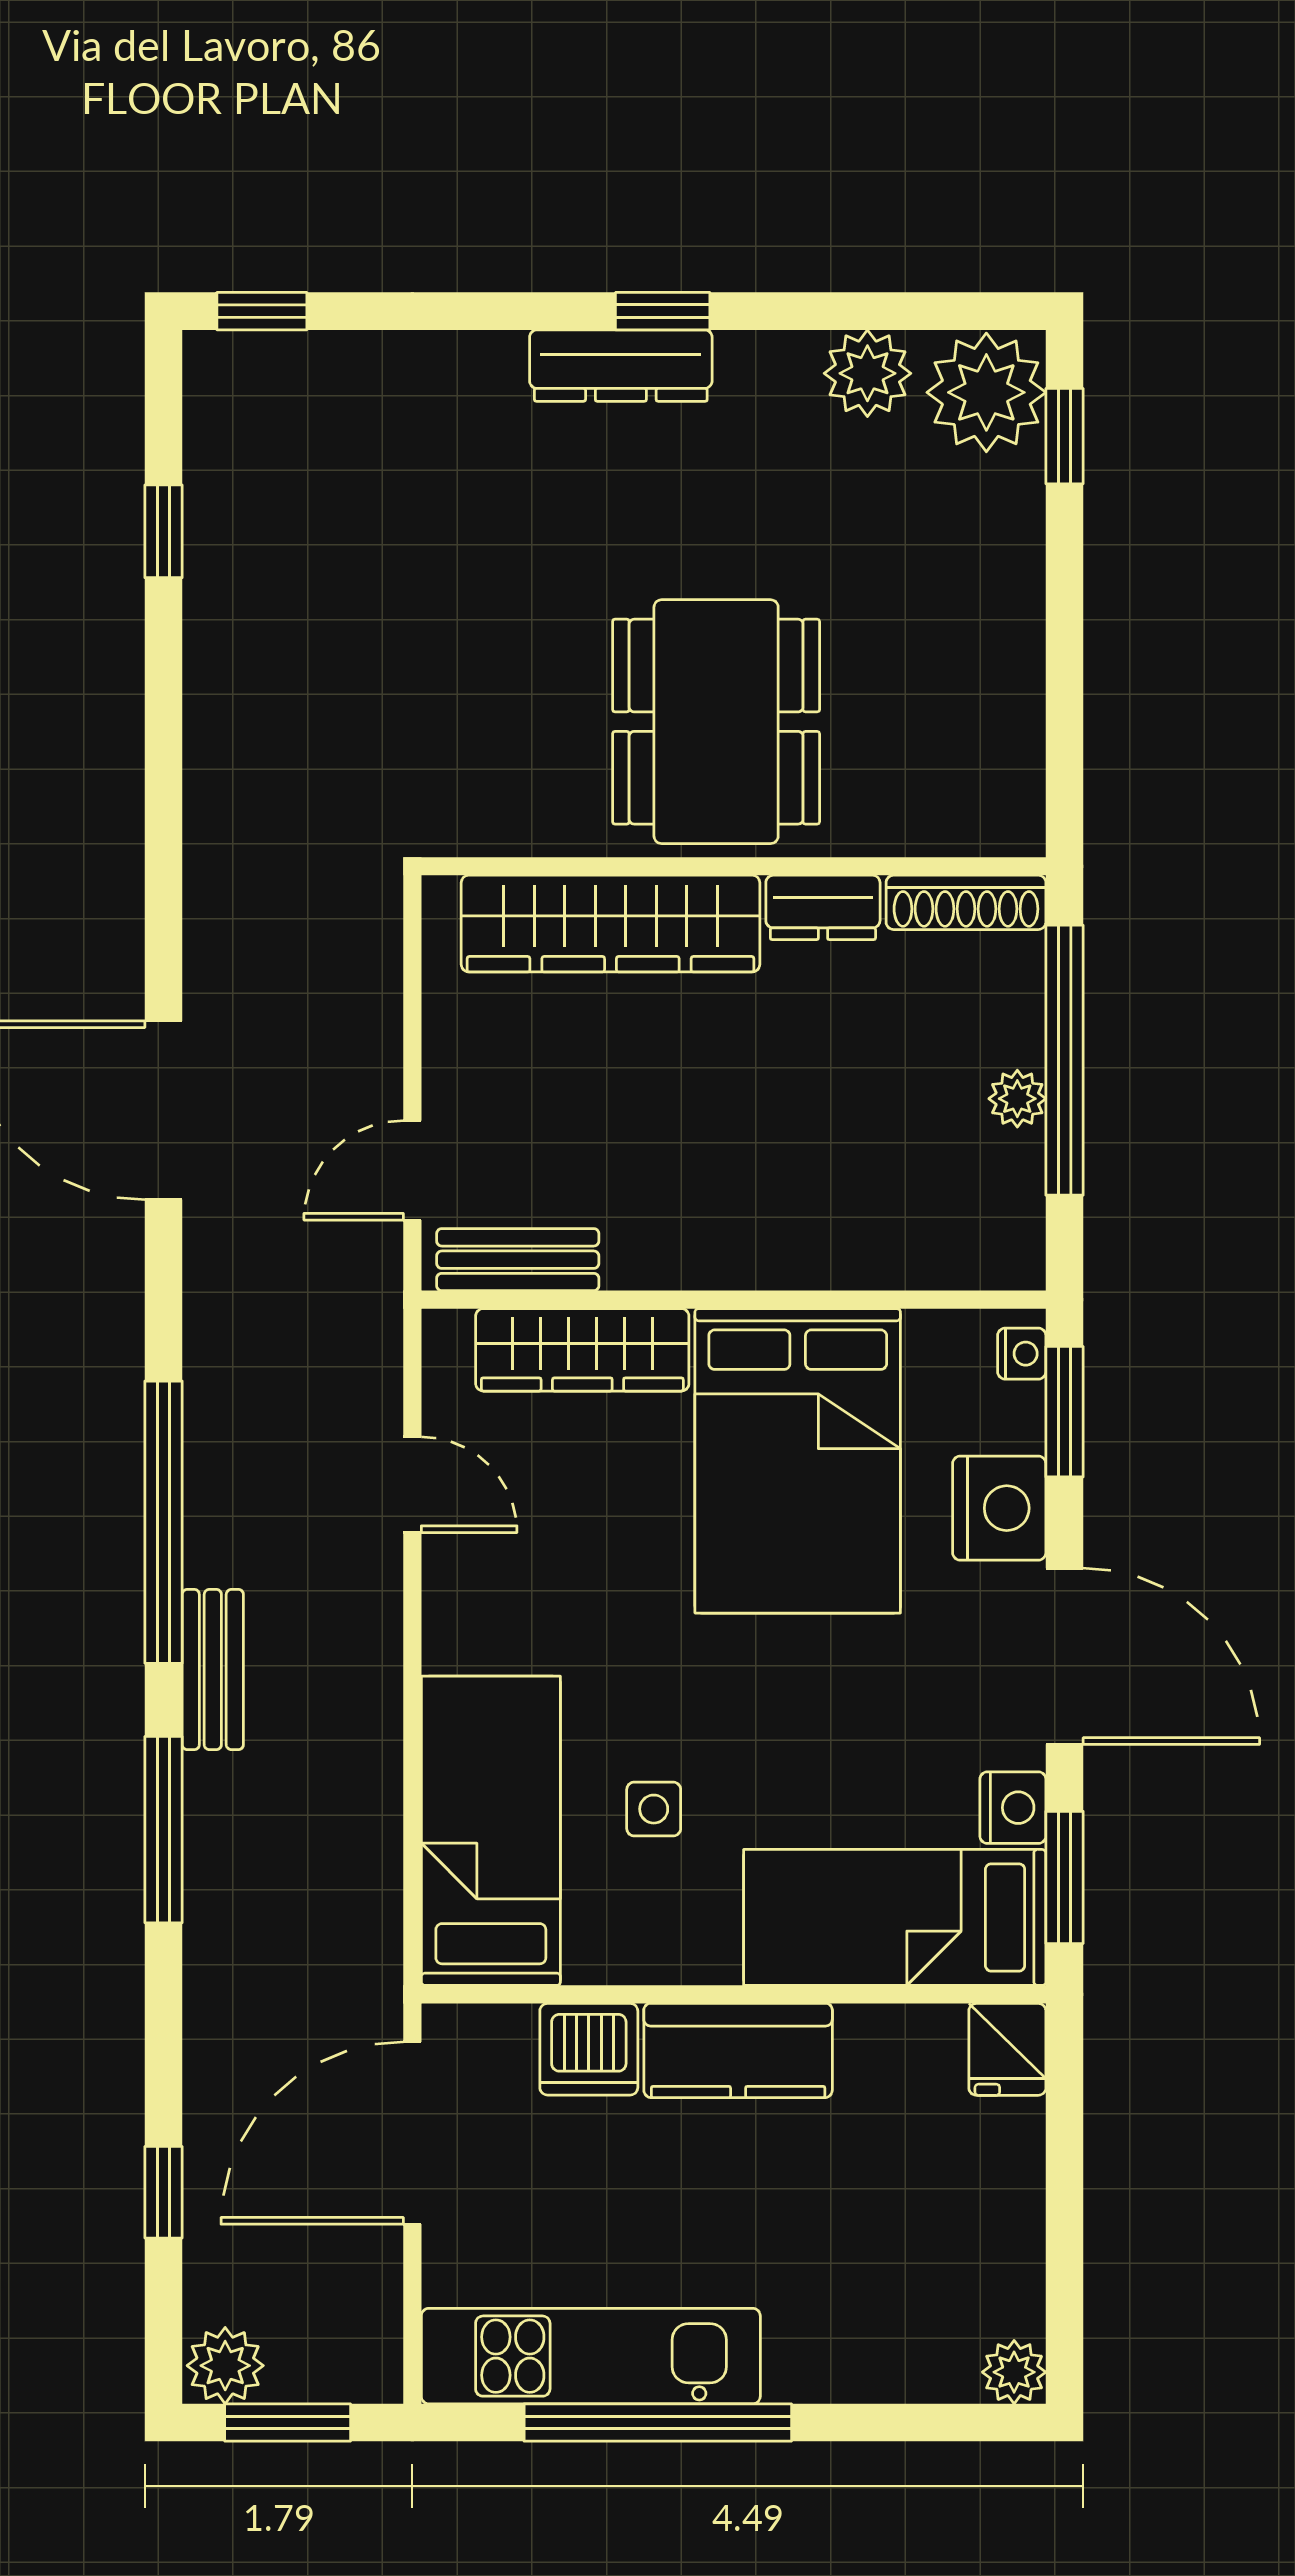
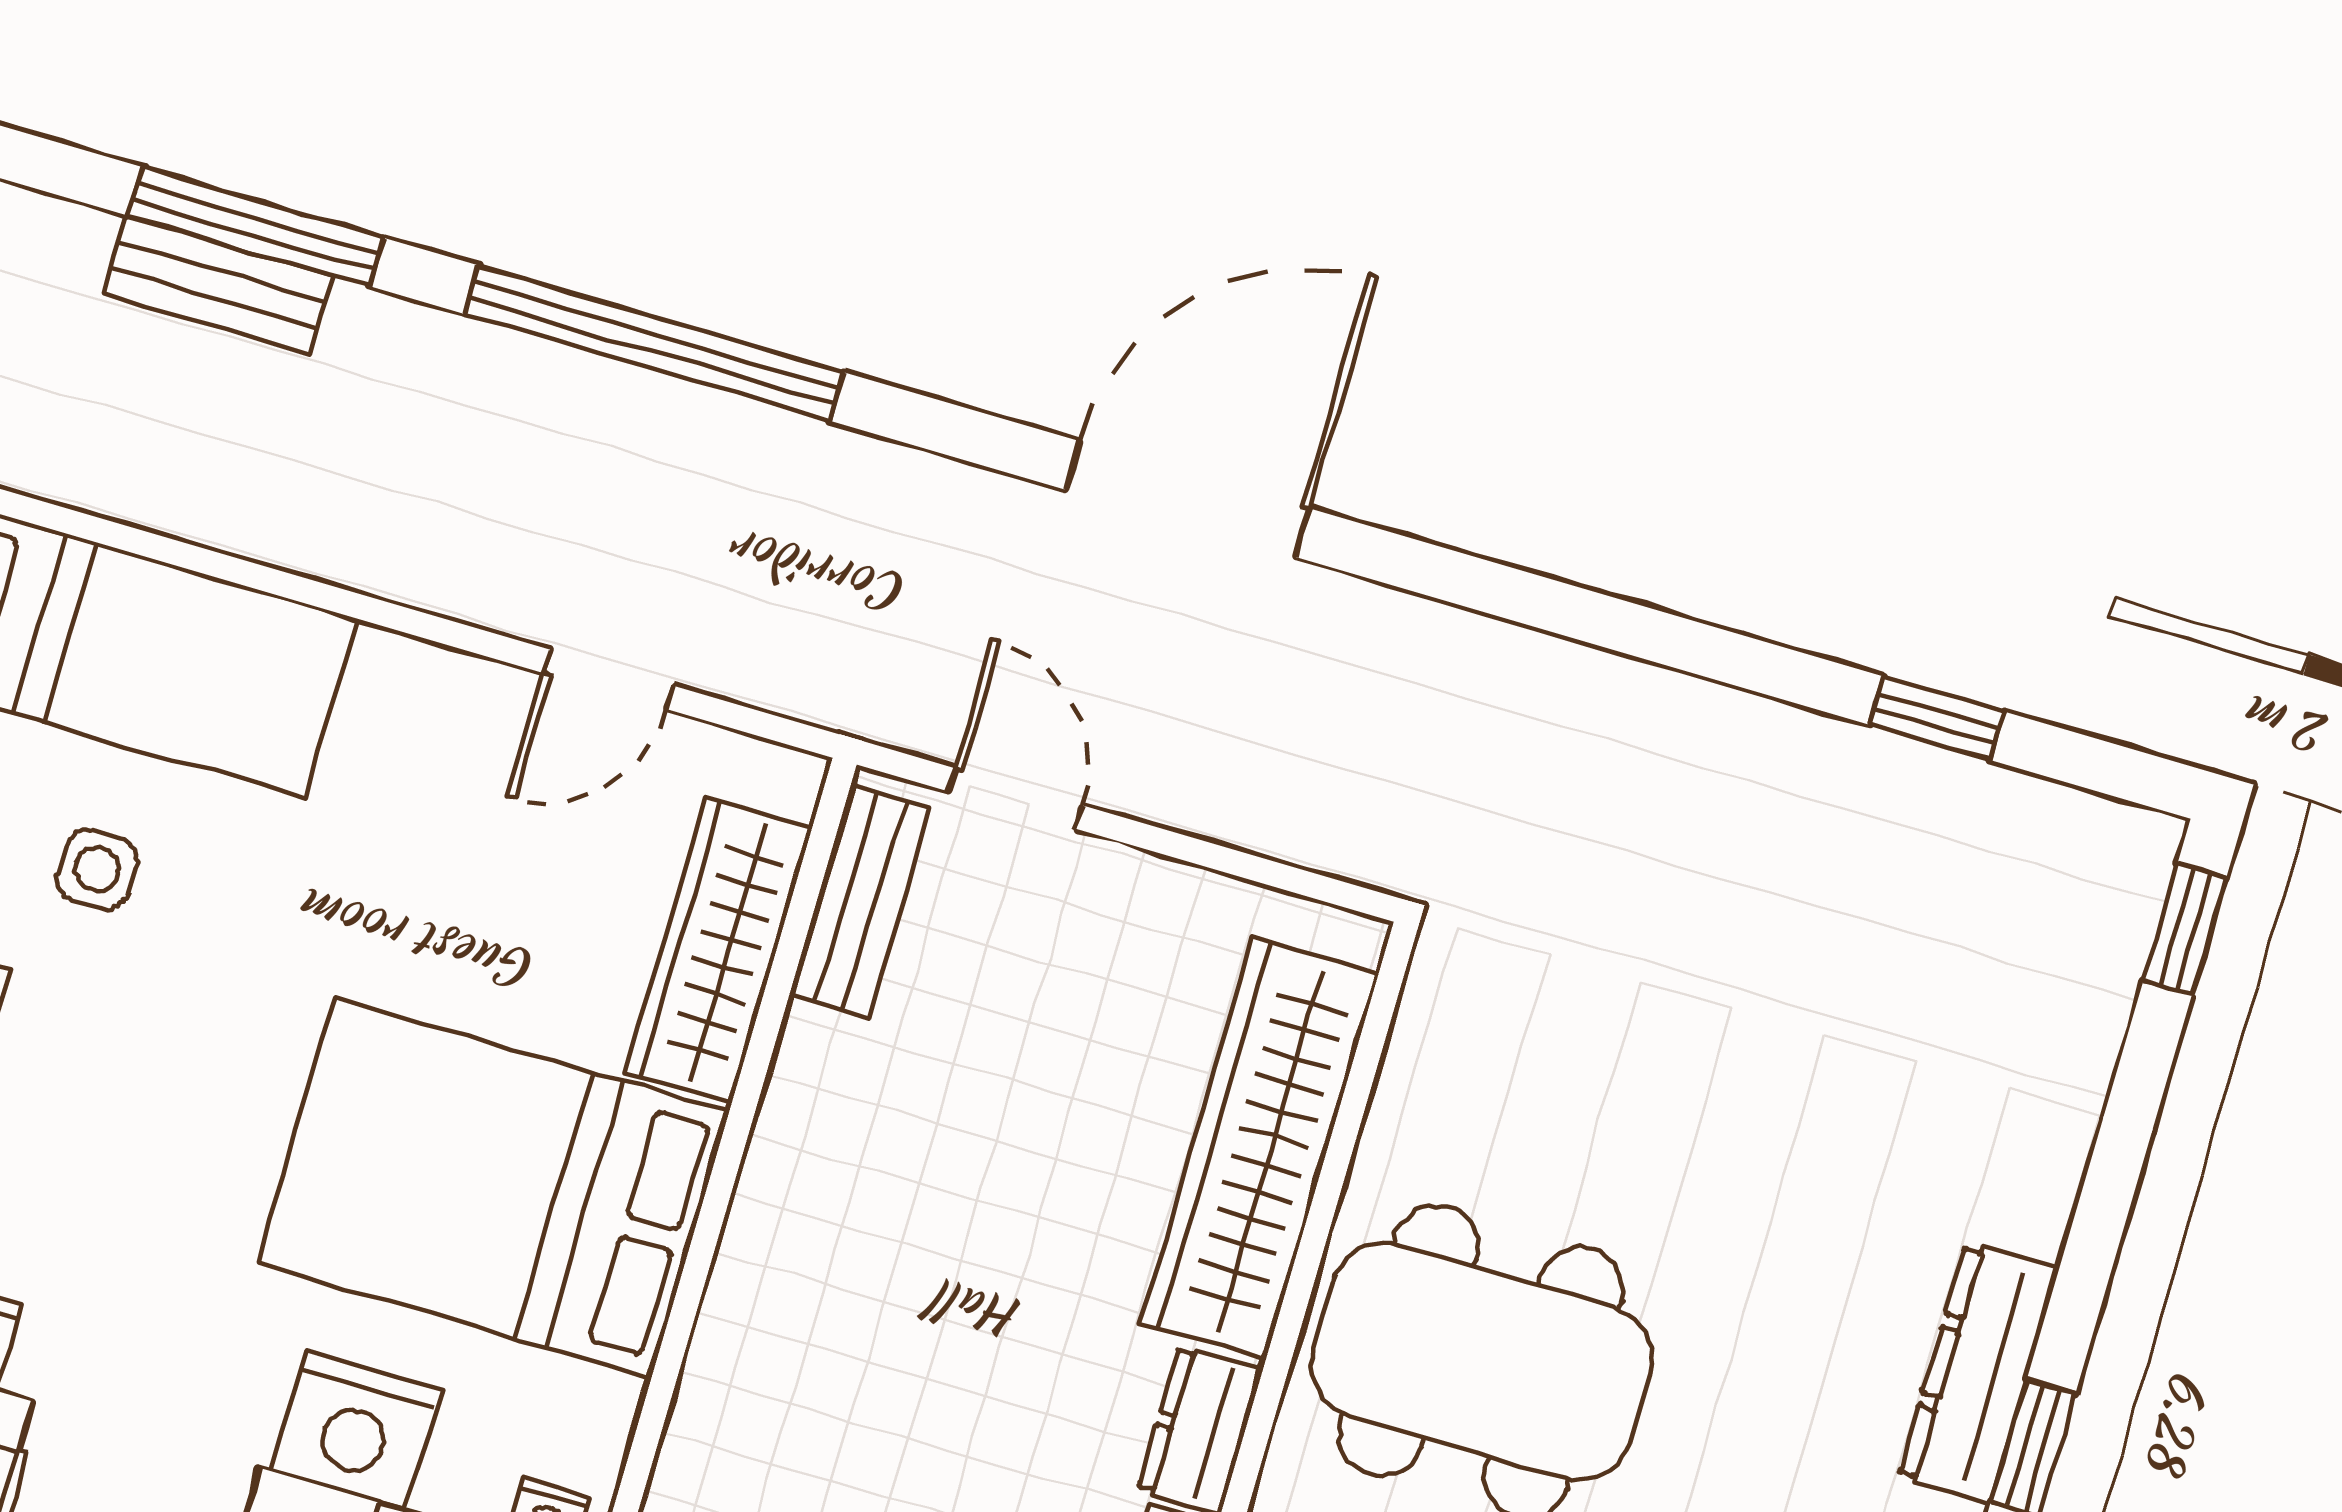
bench: (213, 1670) -> (217, 285), moved

